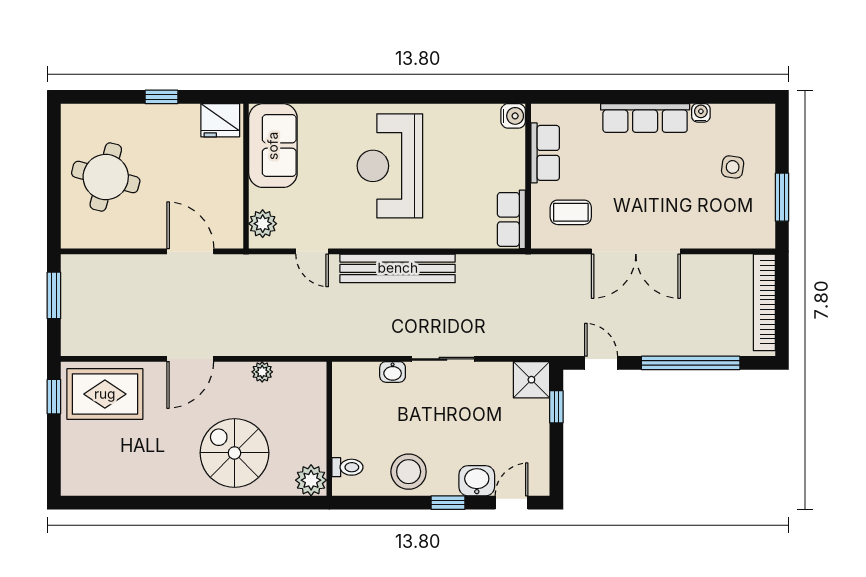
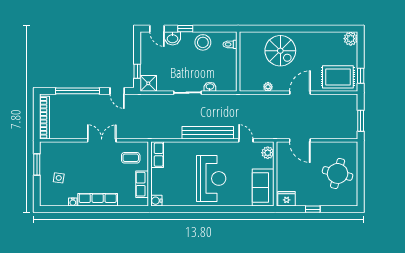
double door: (636, 251) -> (102, 140), width x0.73
plant: (311, 480) -> (351, 39), moved
door: (512, 503) -> (157, 29), hinge flipped

